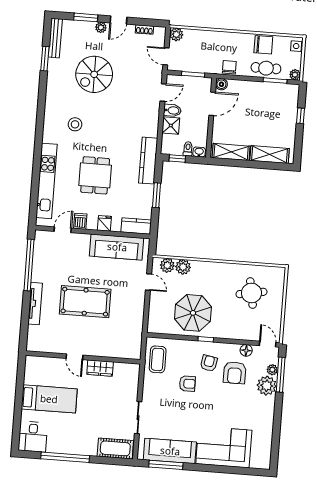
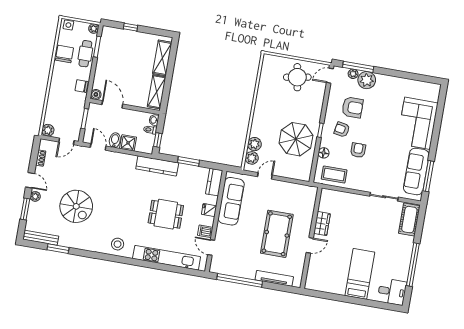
stool: (75, 124) -> (118, 244), moved
round table: (251, 293) -> (297, 77), moved
floor lamp: (246, 350) -> (324, 153), moved
door: (74, 357) -> (310, 245), moved
wall: (83, 357) -> (311, 238), moved
wardrobe: (100, 368) -> (322, 224), moved

